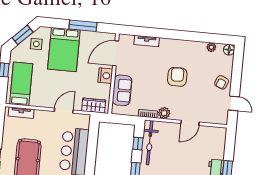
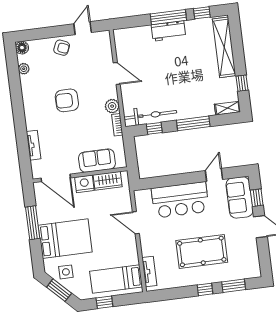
wardrobe: (94, 106) -> (108, 181), moved, turned -90

